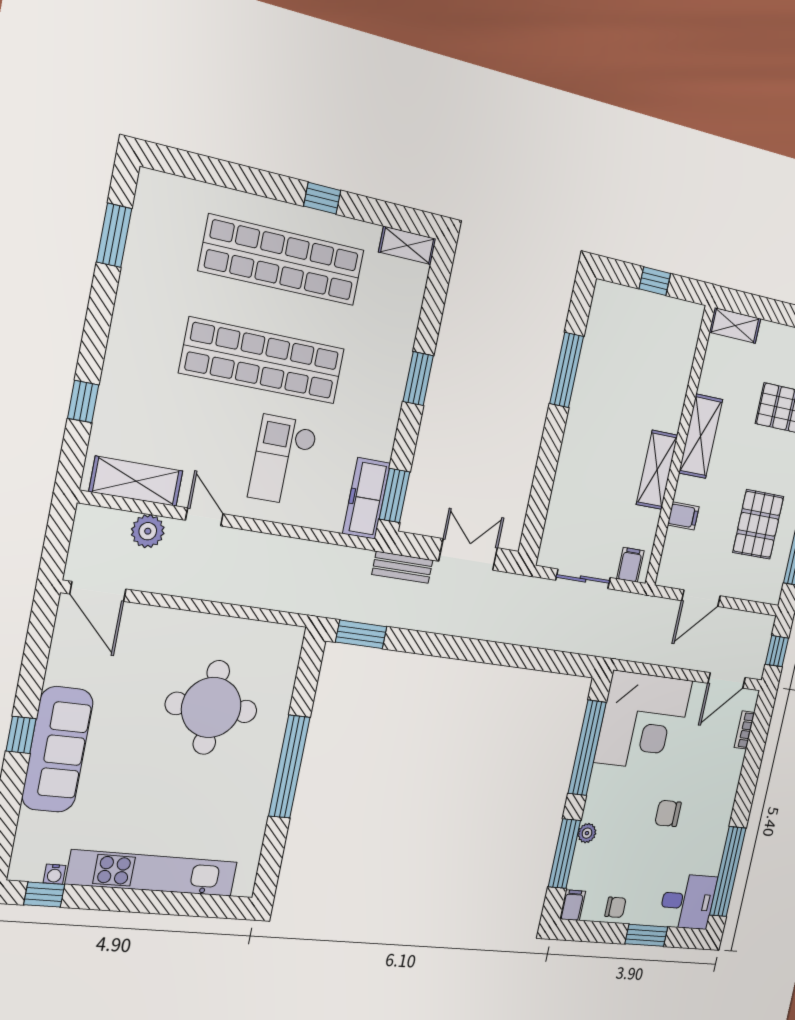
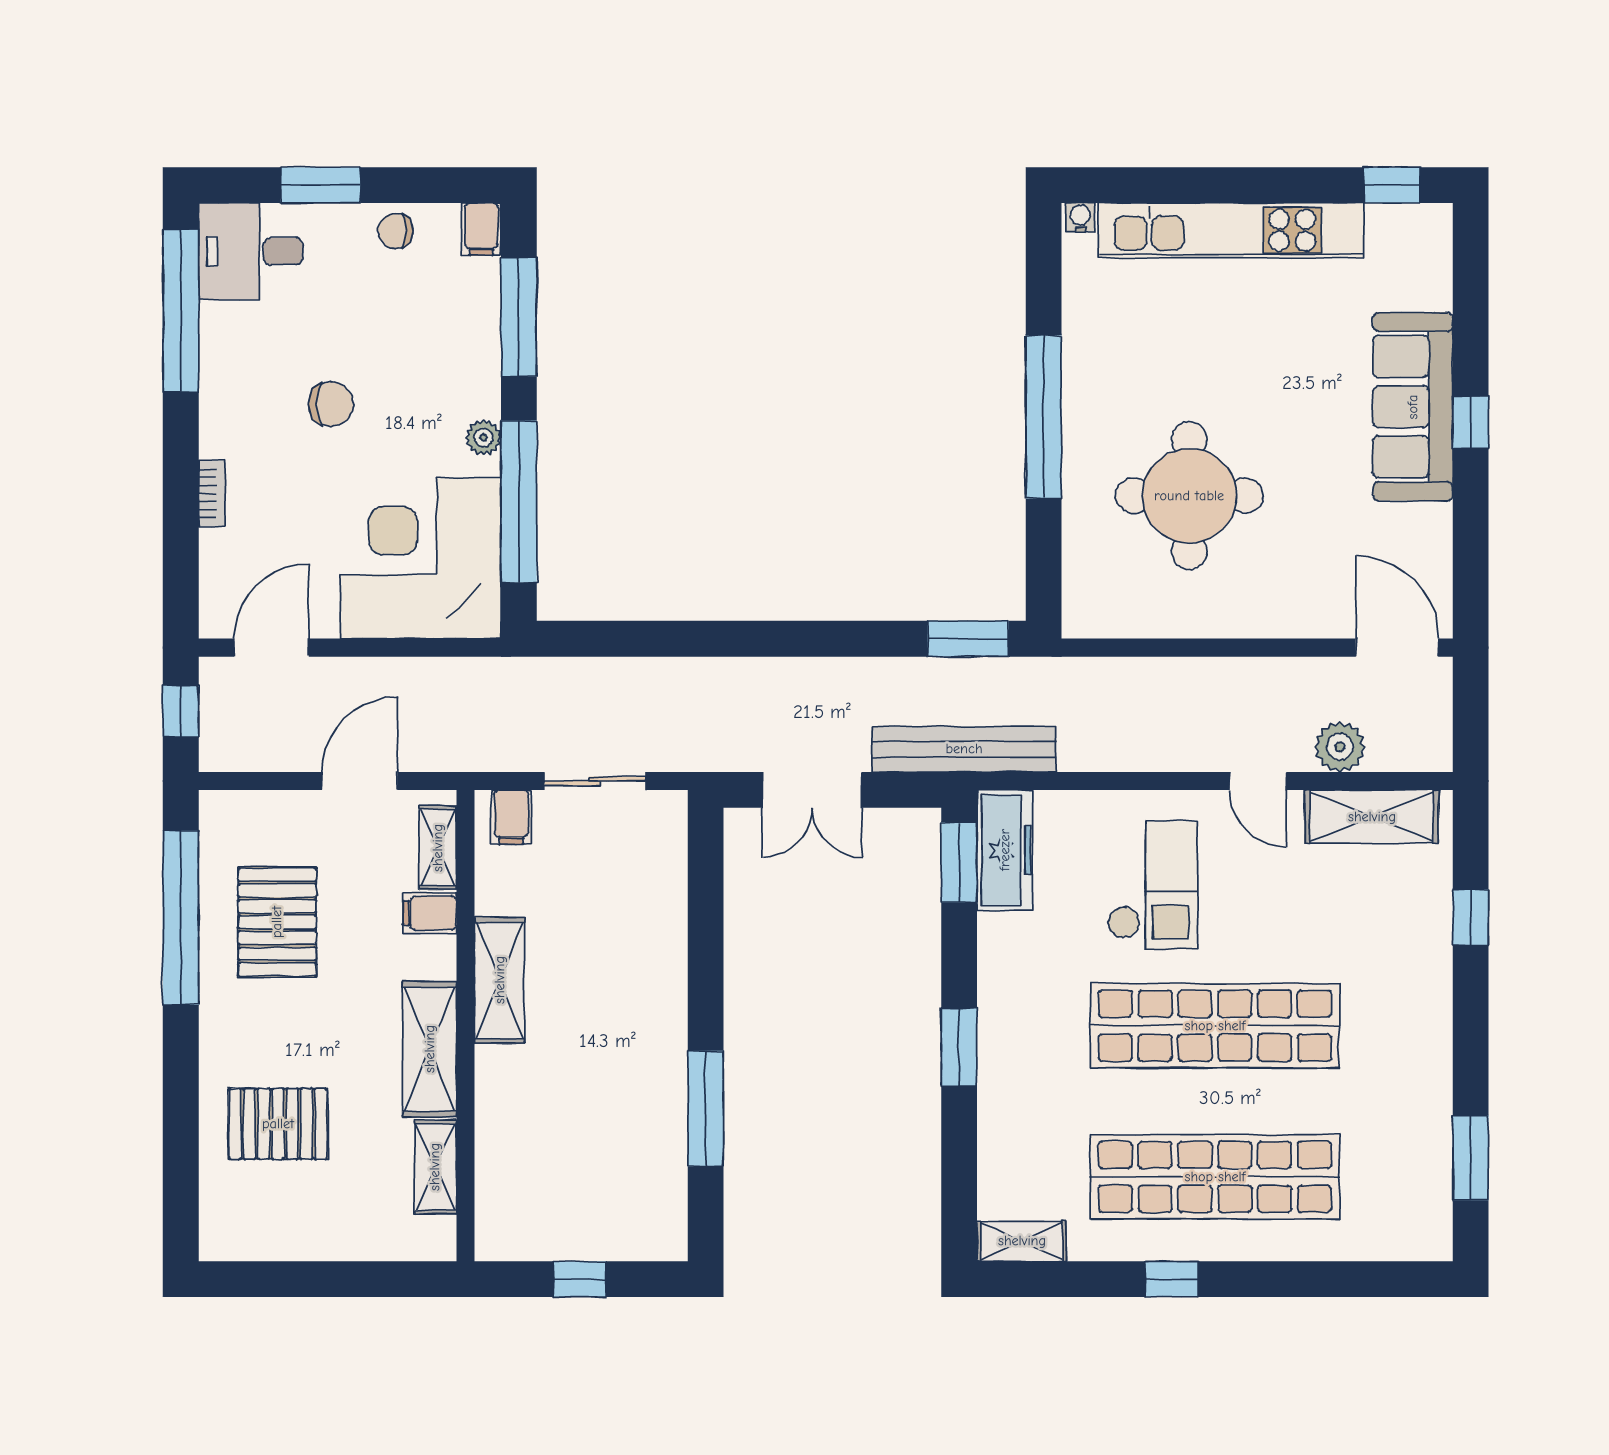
shelving: (735, 325) -> (435, 1167), moved, turned 90
shelving: (671, 553) -> (438, 848), added
bench: (402, 567) -> (964, 749), width x1.86, depth x1.21
bookcase: (744, 730) -> (212, 494), moved
plant: (587, 833) -> (483, 438), moved
water cooler: (55, 874) -> (1081, 217), moved

